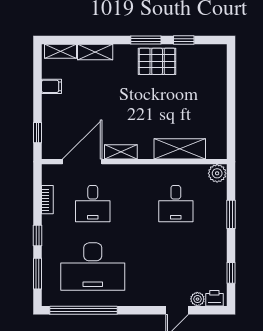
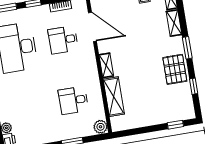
window: (146, 40) -> (187, 48), moved
window: (231, 73) -> (175, 125), added
shelving: (121, 152) -> (106, 65), moved

